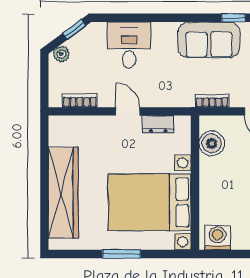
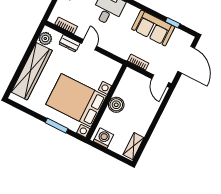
dresser: (158, 124) -> (69, 43), moved
plant: (59, 135) -> (45, 39), added
boiler: (212, 143) -> (116, 105), moved
window: (122, 254) -> (57, 126), moved

